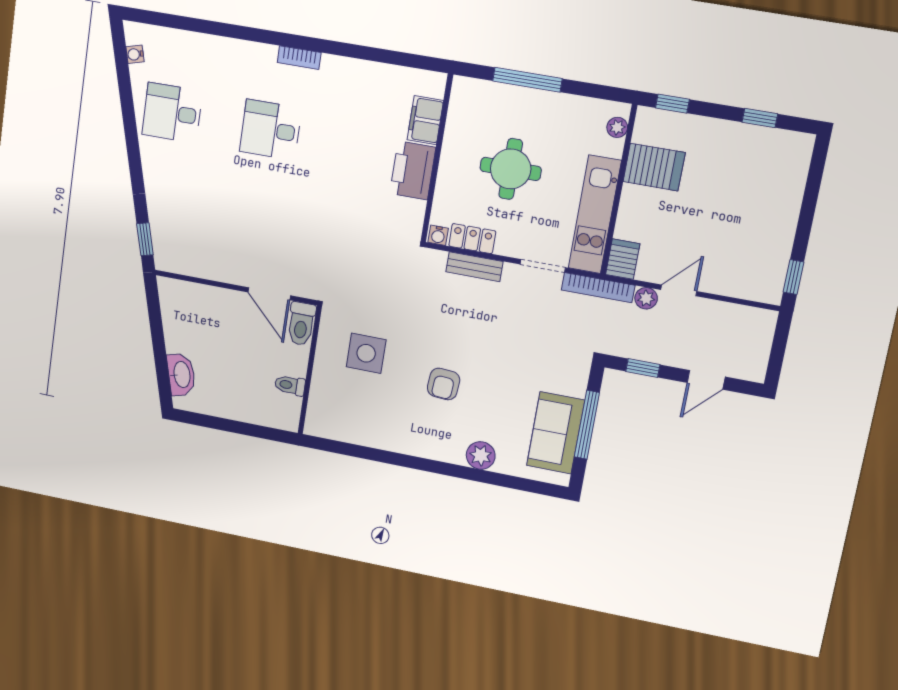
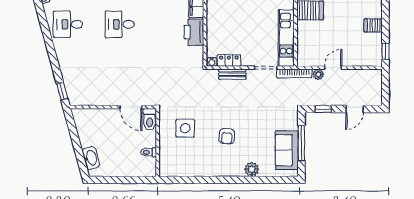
round table: (511, 169) -> (242, 23), removed
server rack: (623, 259) -> (373, 25), moved, turned -90

